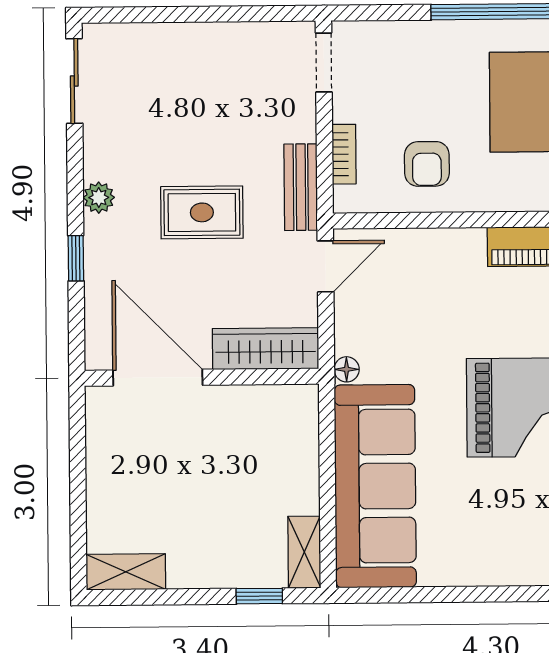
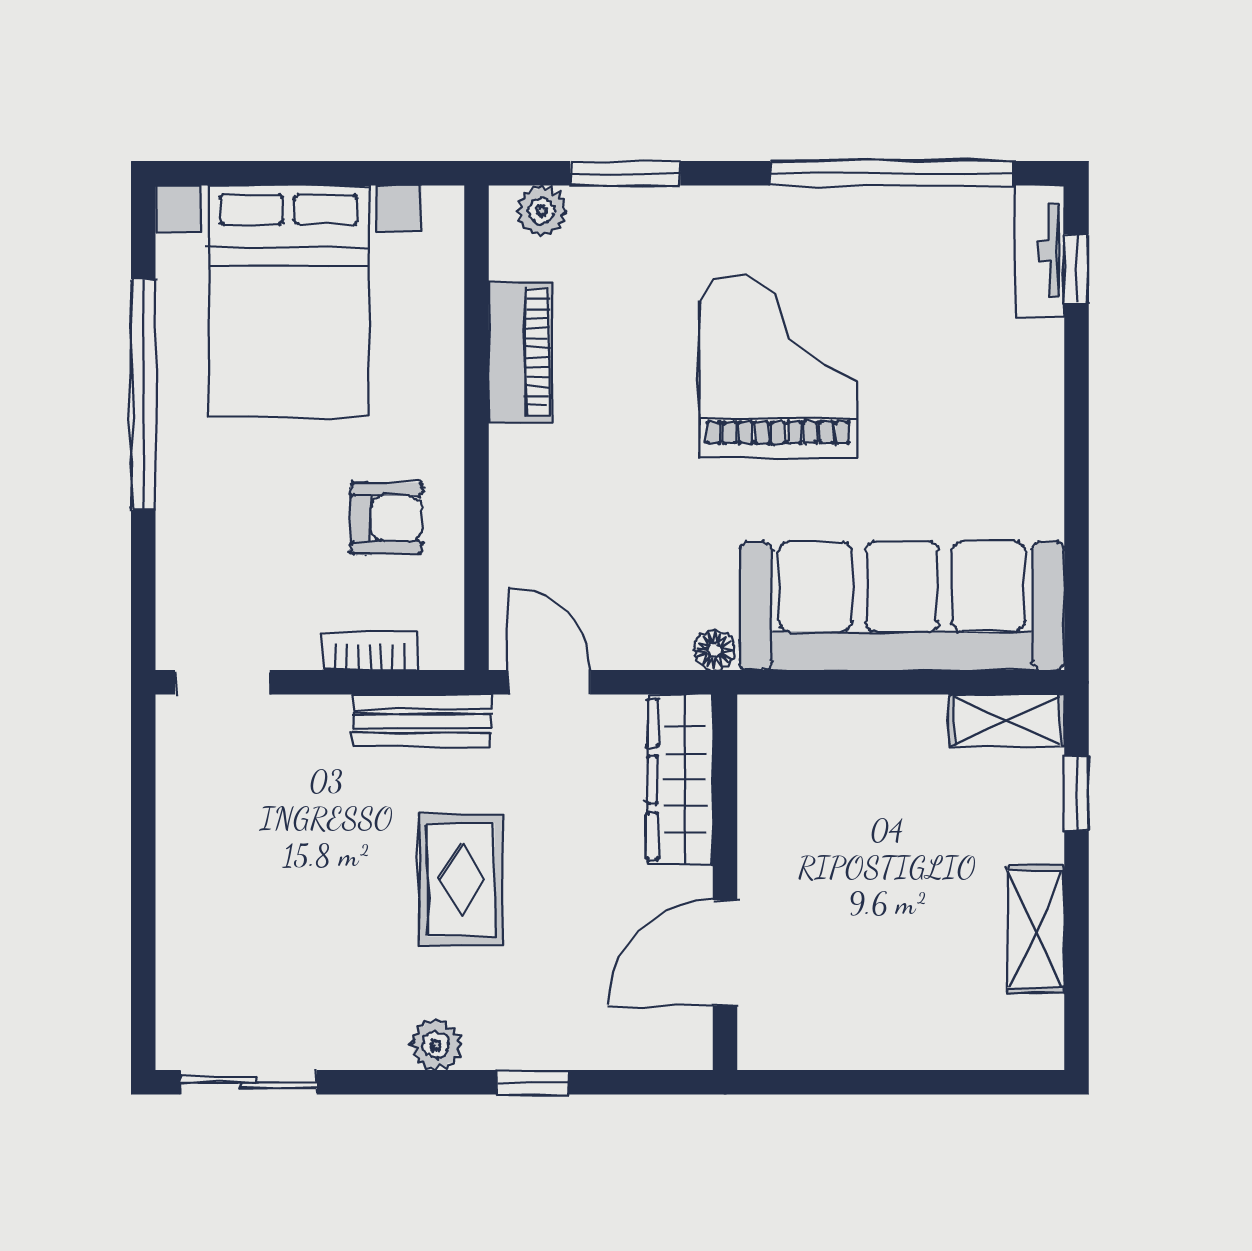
door: (158, 378) -> (725, 953), width x0.73
shelving: (126, 572) -> (1036, 929), moved

